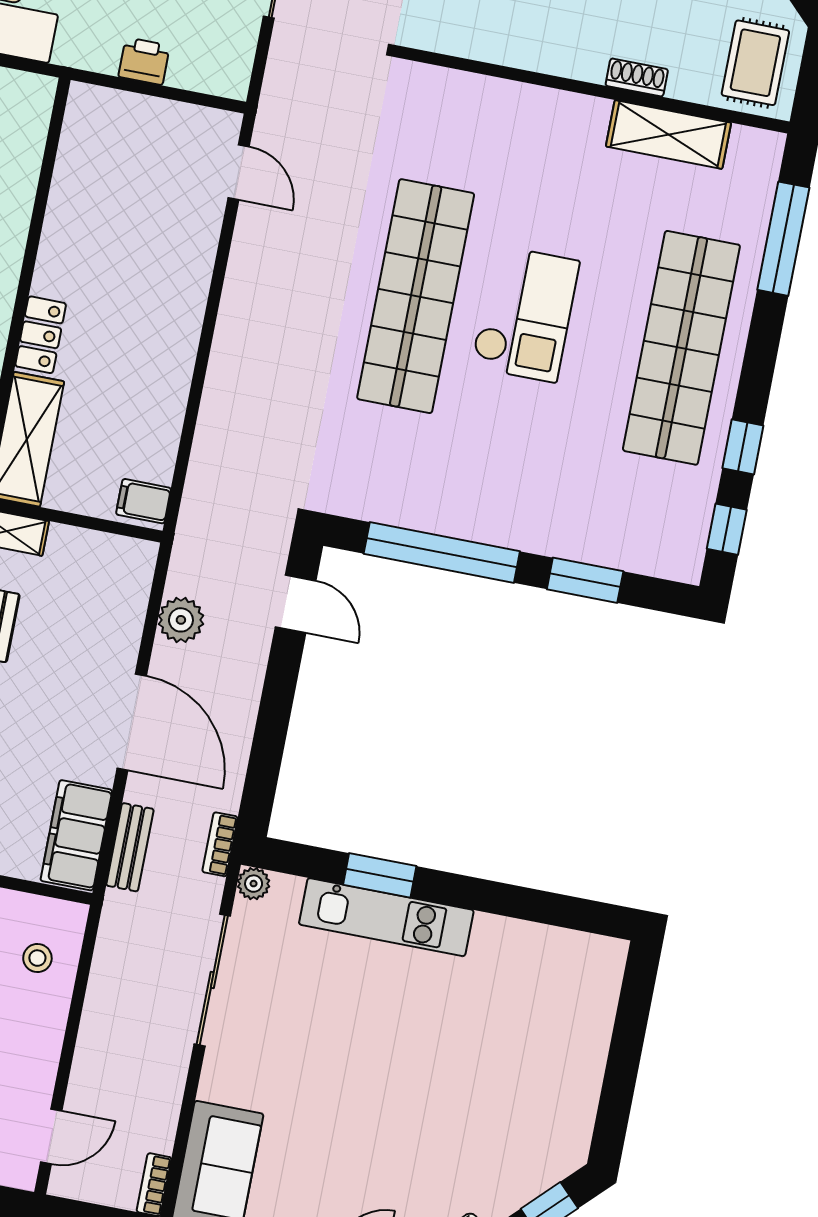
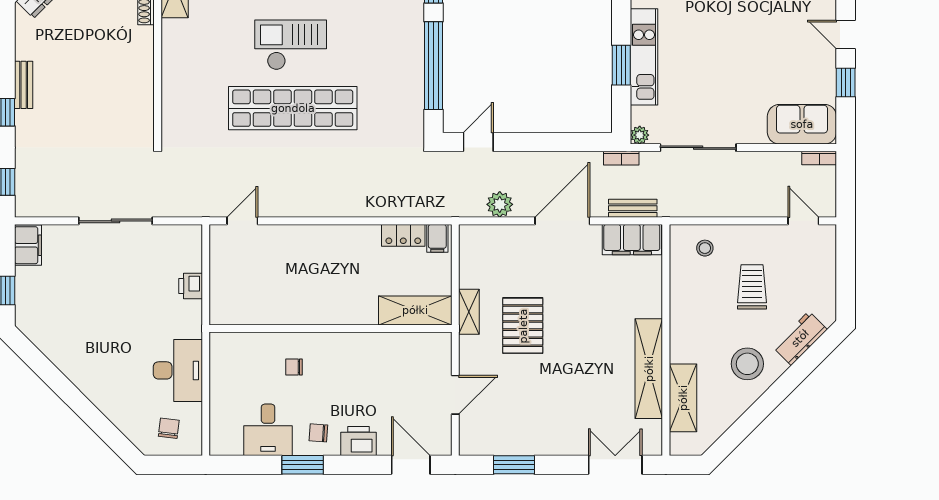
locker: (41, 335) -> (403, 235), moved, turned 180

